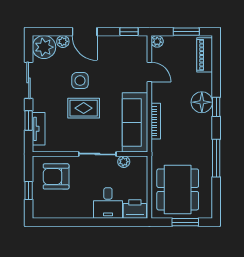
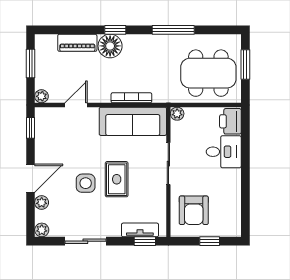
plant: (44, 47) -> (42, 230), width x0.53, depth x0.53
piano: (205, 55) -> (77, 43), moved
window: (29, 121) -> (145, 241), moved
plant: (124, 162) -> (177, 114), moved

